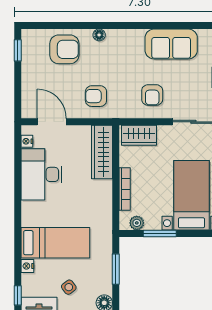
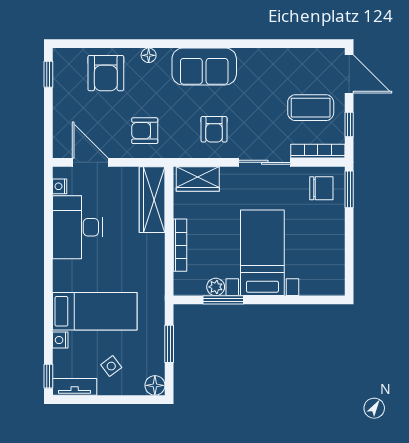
sofa: (171, 44) -> (204, 66), moved
armchair: (64, 49) -> (106, 73), turned 90
plant: (137, 223) -> (216, 287), moved

